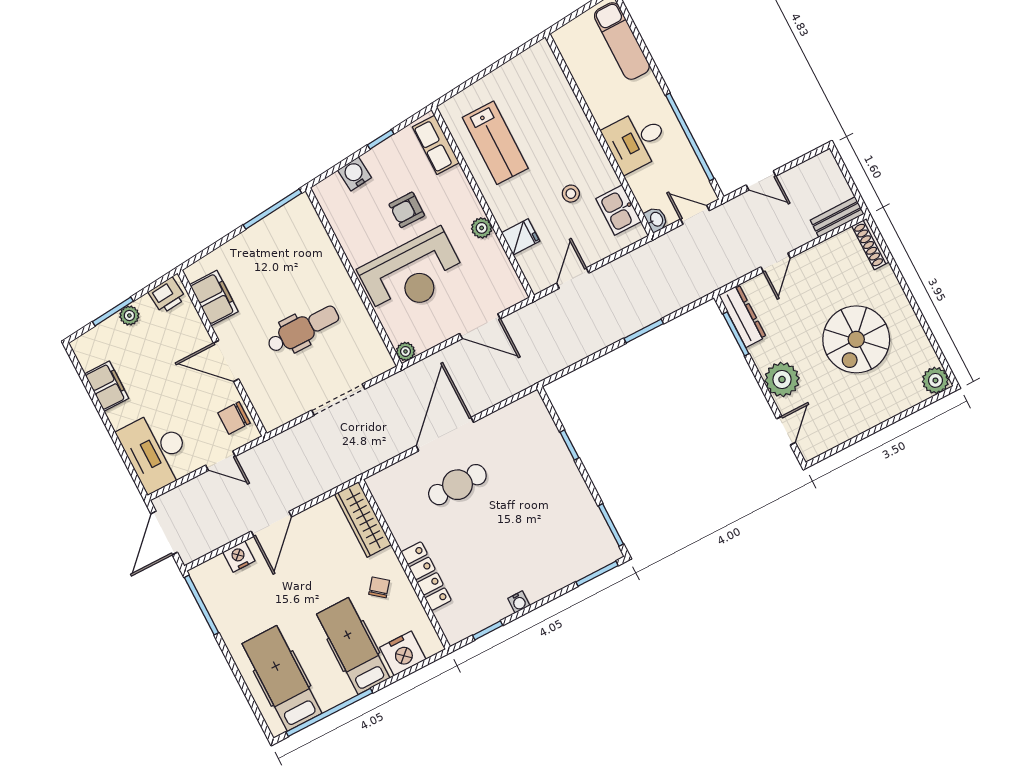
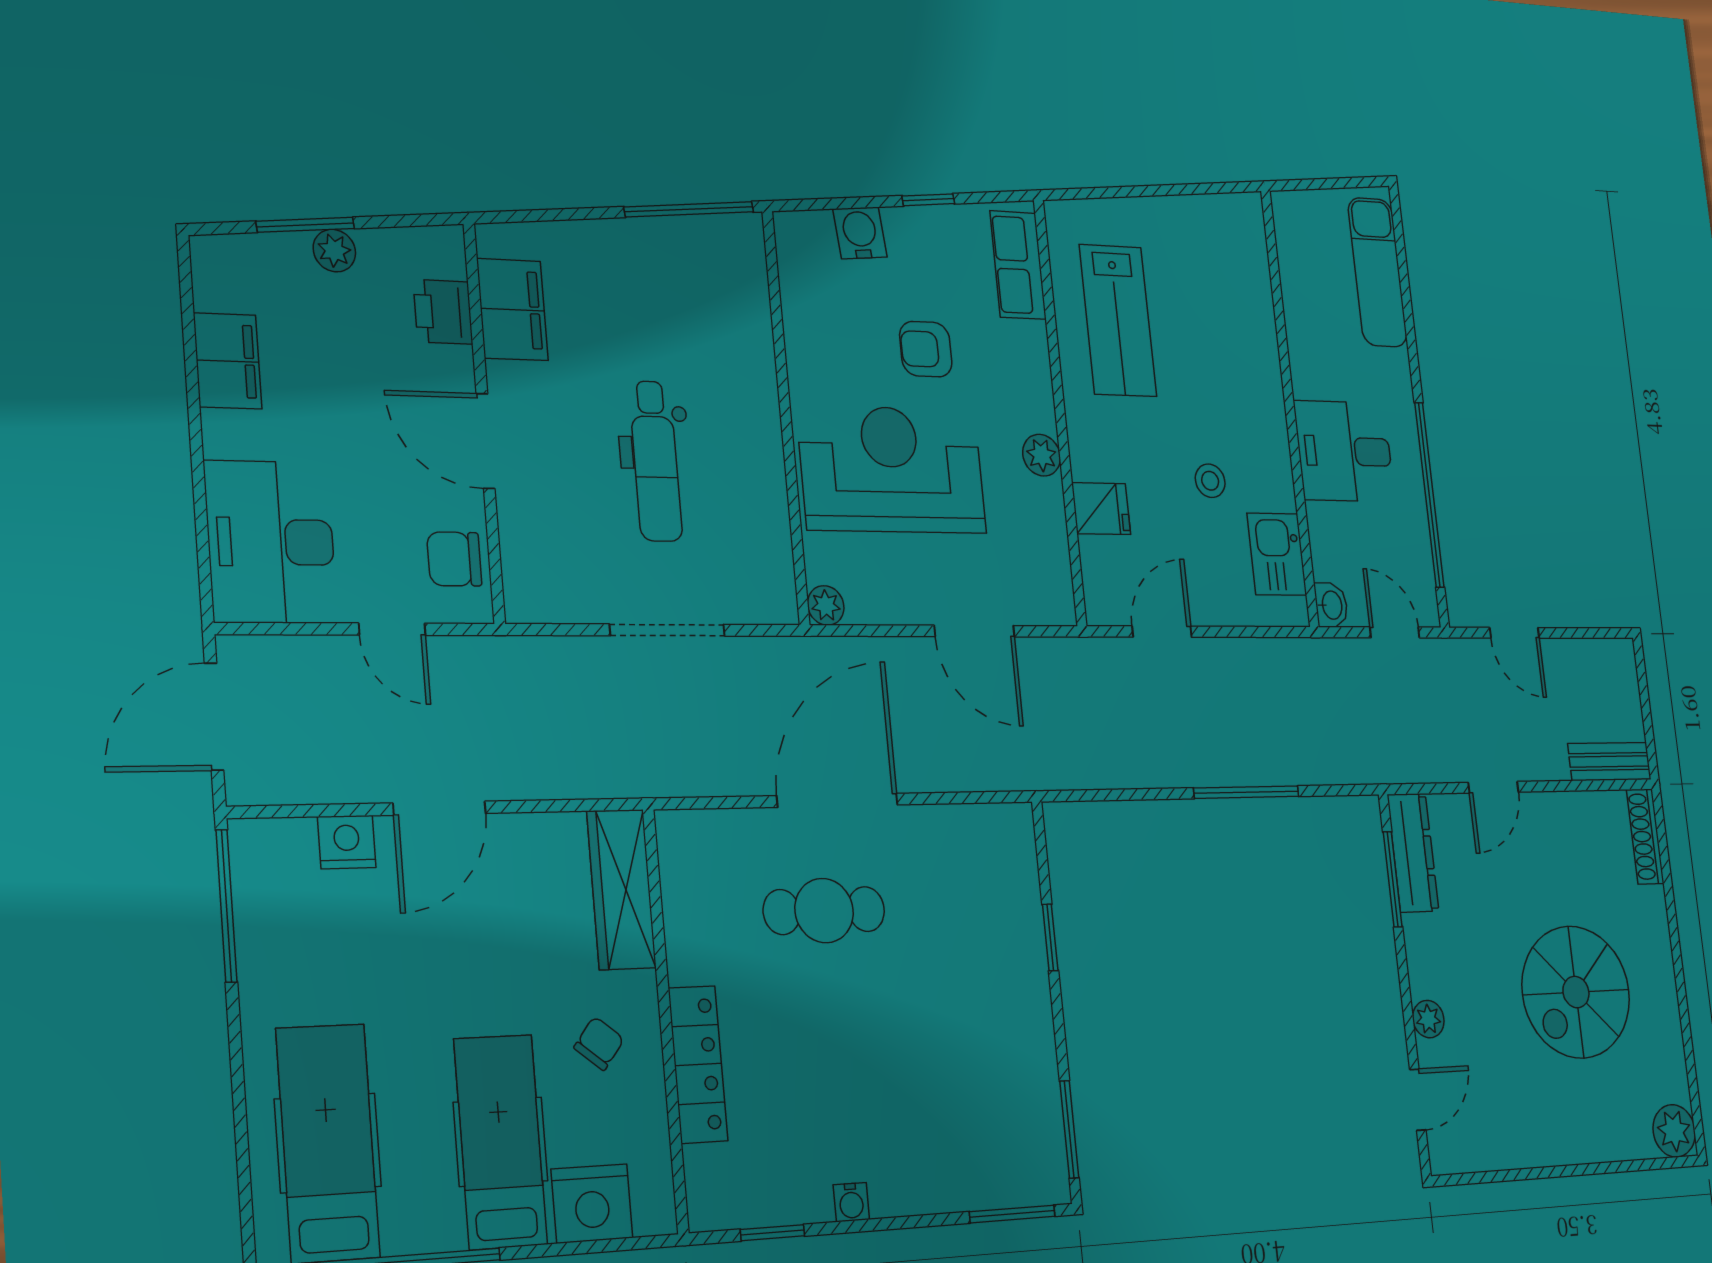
reception desk: (412, 274) -> (892, 469), turned 180
printer: (167, 295) -> (443, 312), moved, turned 95
dental chair: (303, 329) -> (656, 461), turned 90
window: (644, 331) -> (1246, 792), width x1.44
plant: (782, 379) -> (1428, 1019), width x0.53, depth x0.53

